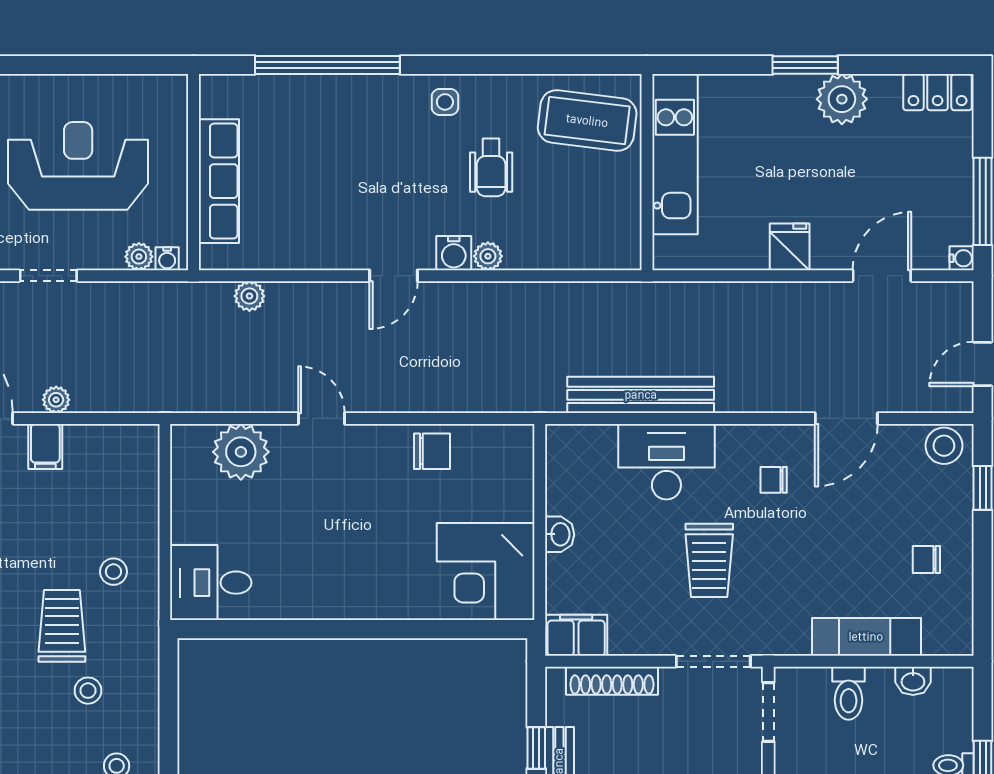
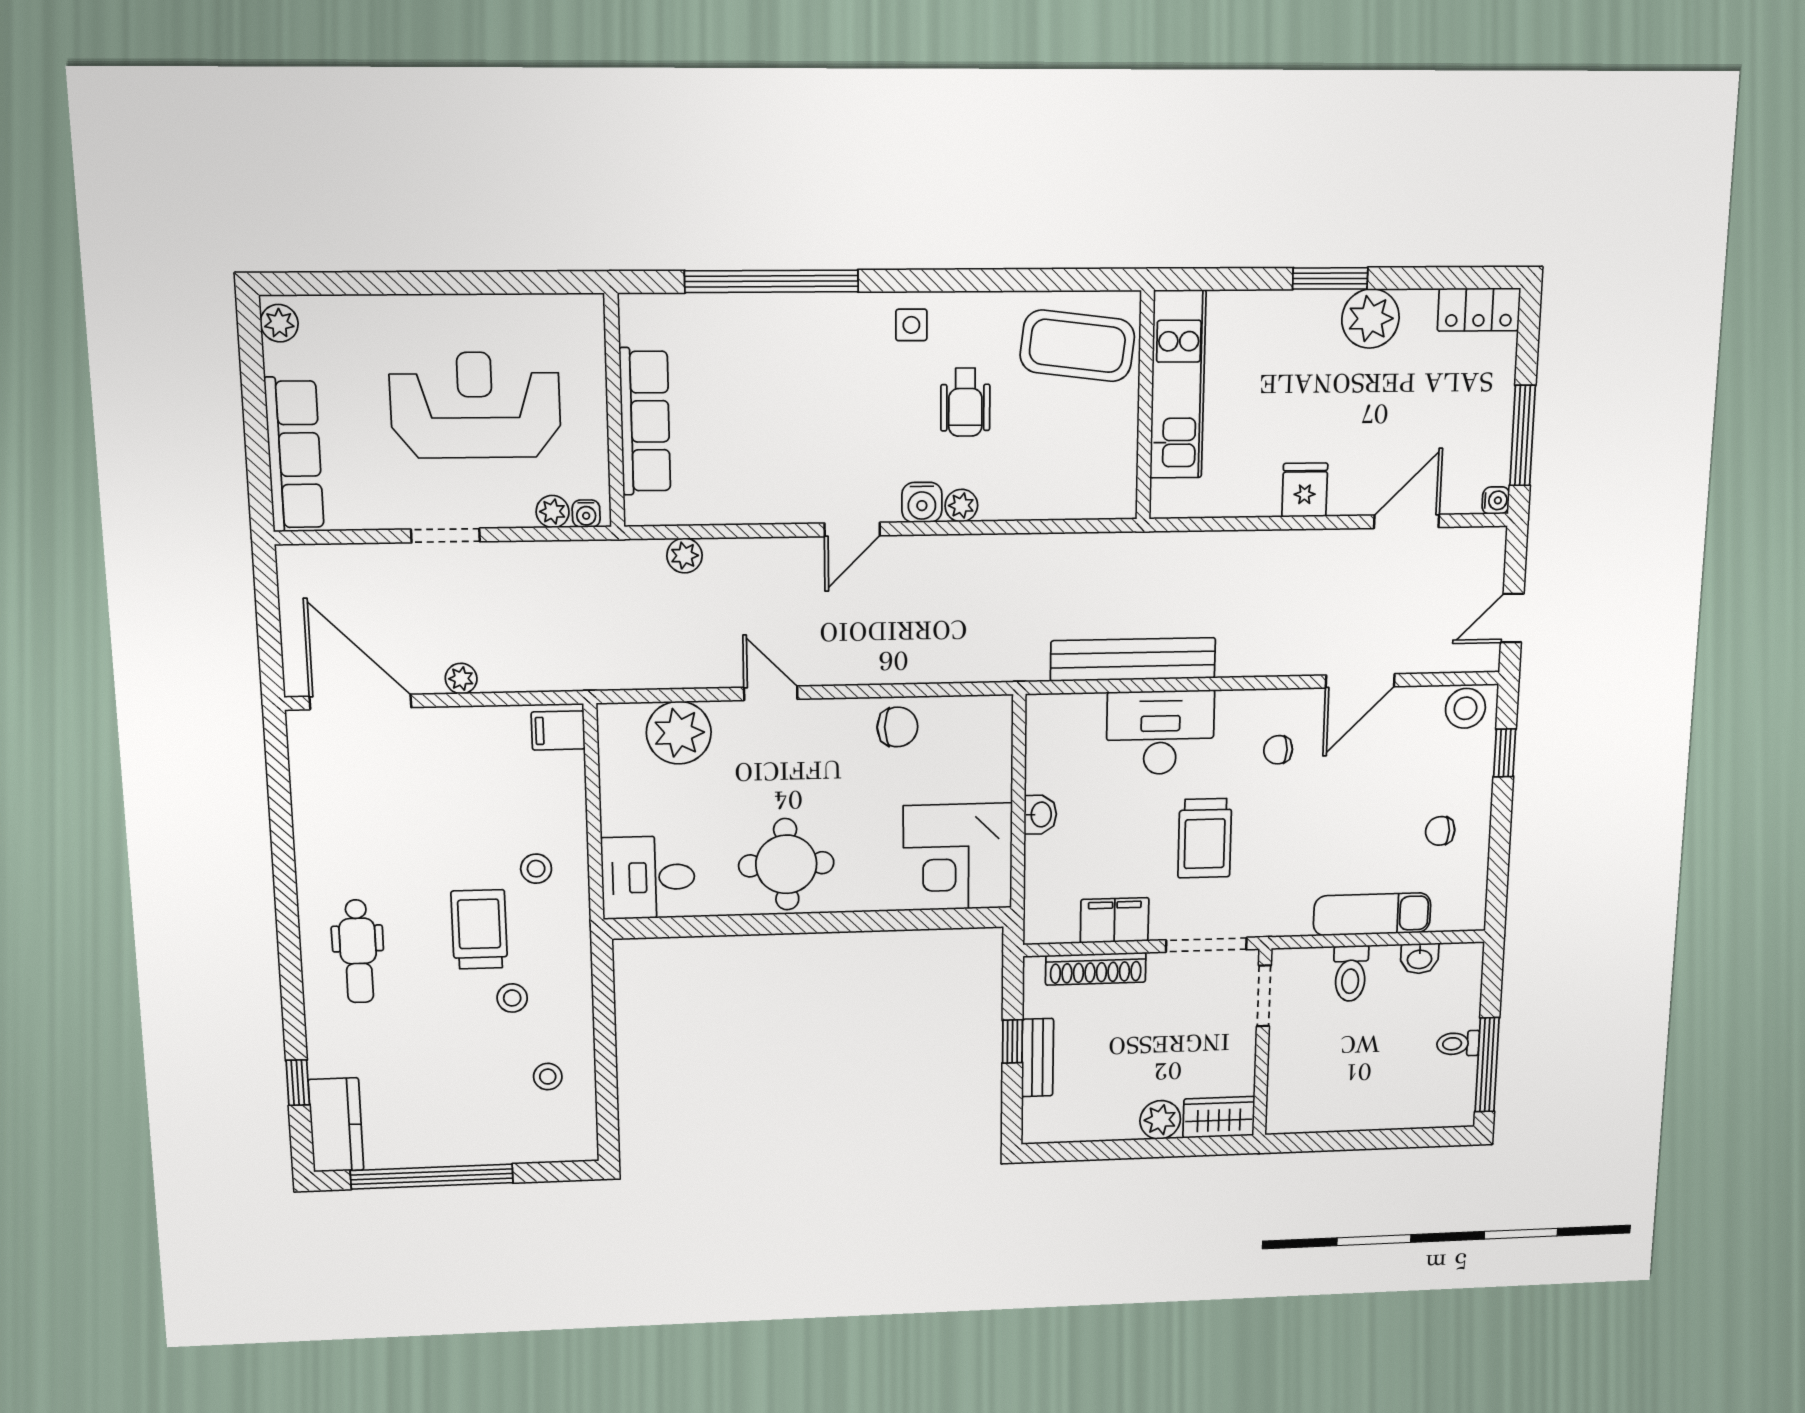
filing cabinet: (45, 446) -> (558, 730), moved, turned 90
round table: (333, 574) -> (786, 864), added
filing cabinet: (576, 635) -> (1115, 920), moved

